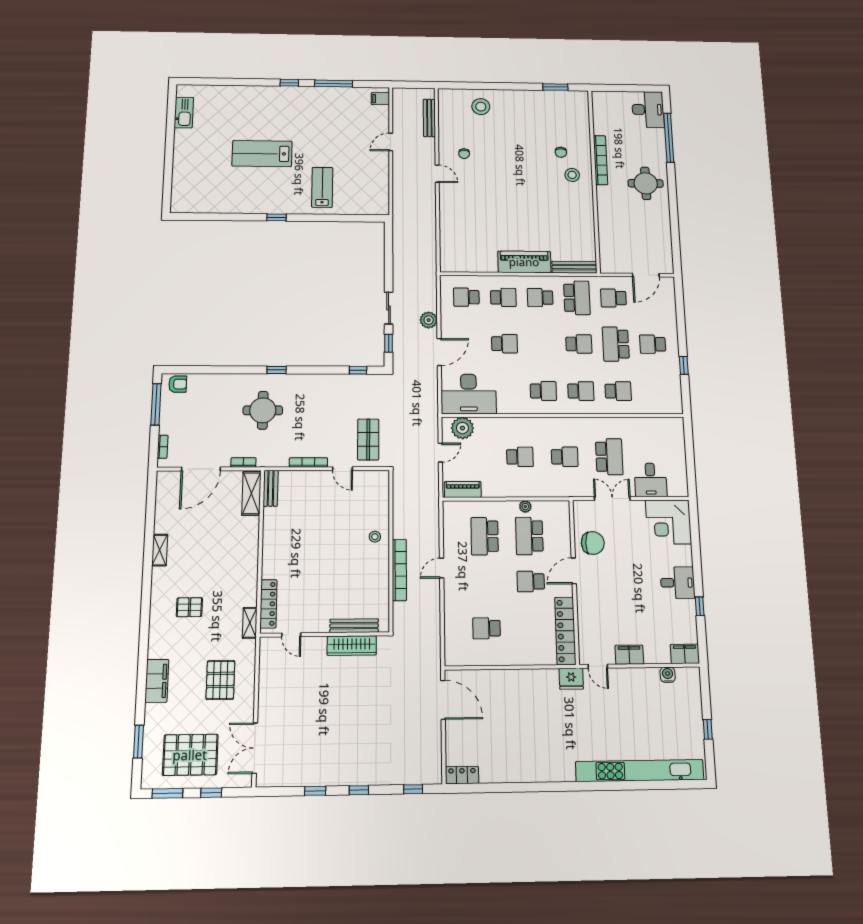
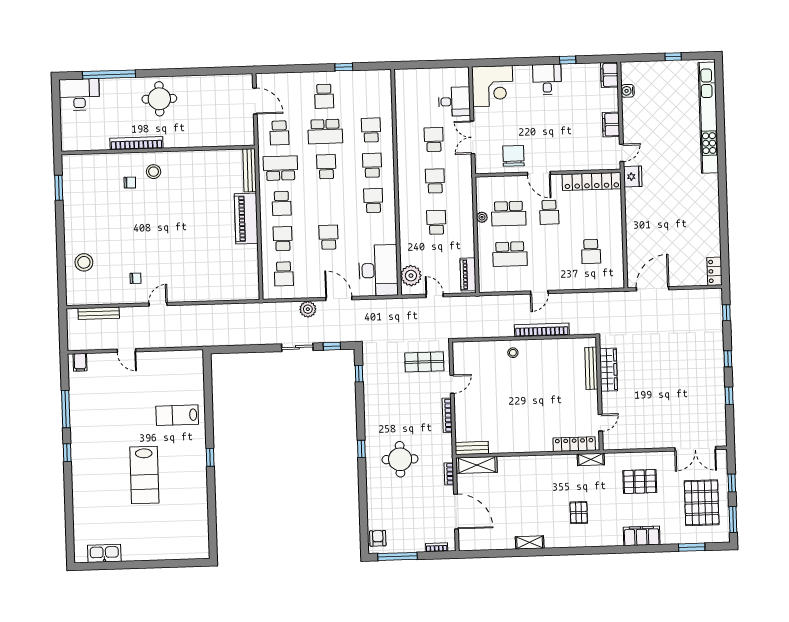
school desk: (609, 457) -> (434, 140), width x0.54
door: (442, 568) -> (539, 292), hinge flipped

